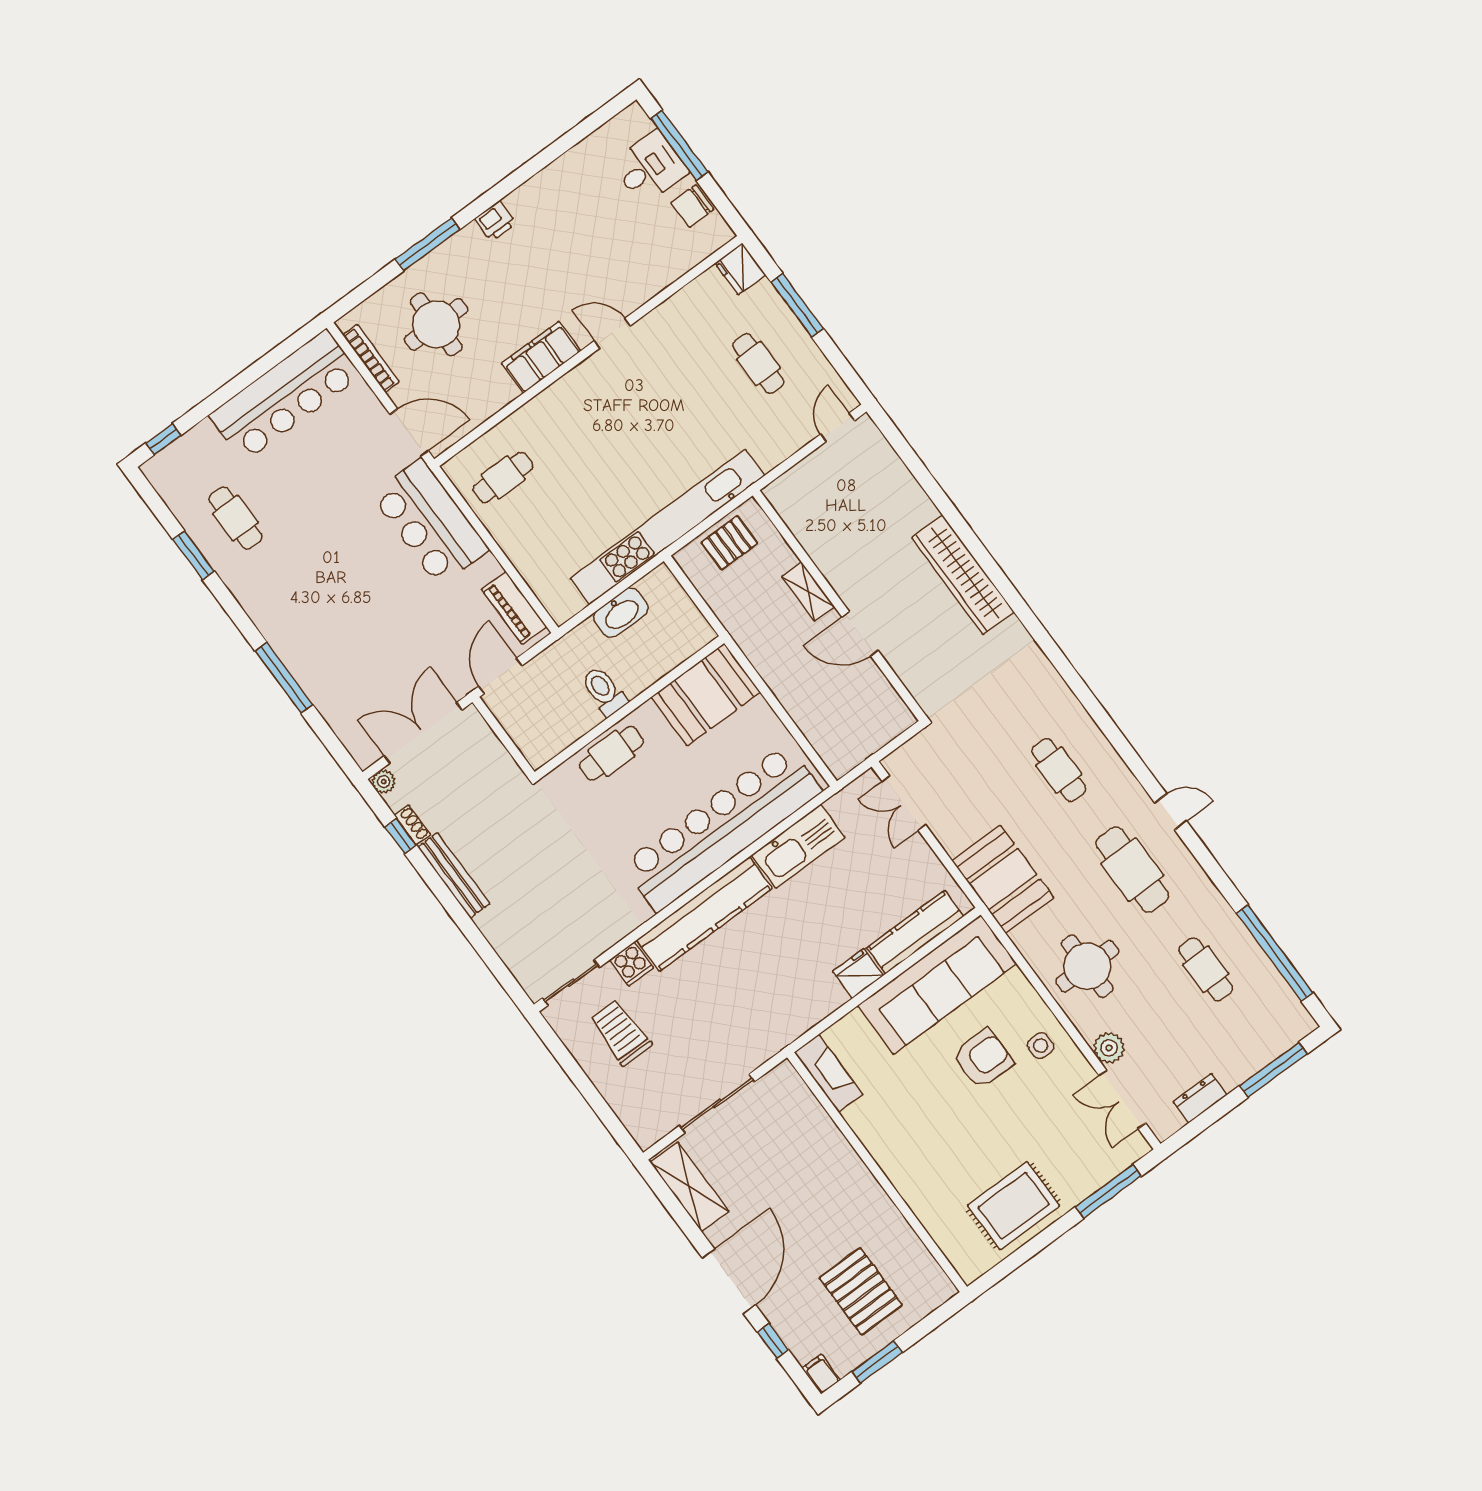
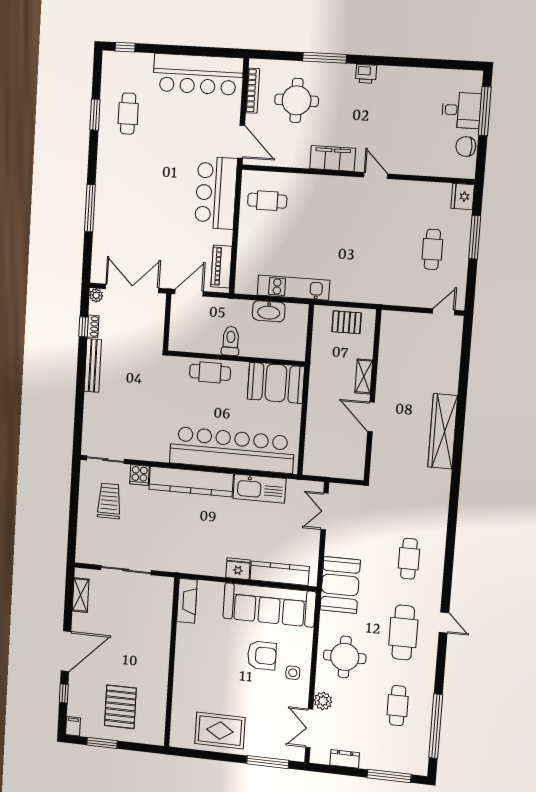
kitchen unit: (667, 527) -> (293, 288), width x0.54
shelving: (690, 1187) -> (81, 595), width x0.67, depth x0.75

